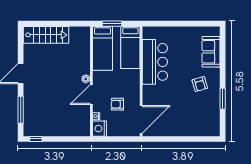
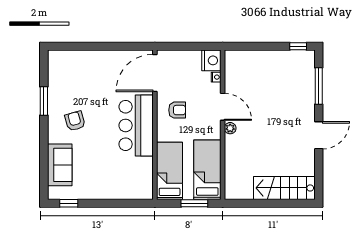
window: (204, 24) -> (69, 203), added
bar counter: (155, 62) -> (136, 125), moved
door: (91, 95) -> (223, 107), hinge flipped
armchair: (117, 104) -> (177, 110), moved

